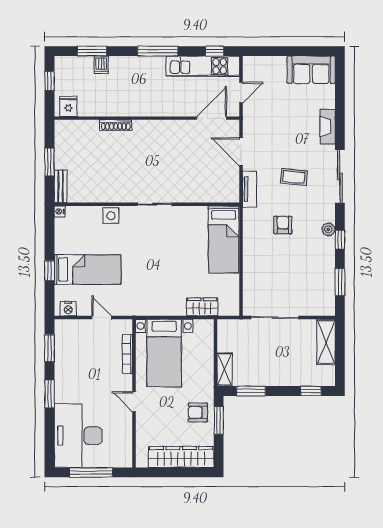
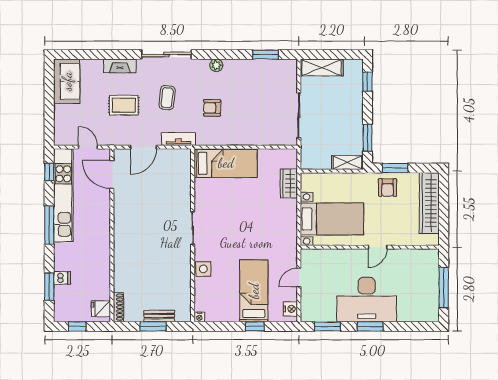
kitchen unit: (203, 66) -> (63, 195), width x1.36
shoe rack: (116, 125) -> (119, 307), moved
rug: (286, 131) -> (124, 105), added
bench: (61, 186) -> (159, 316), moved
window: (340, 240) -> (226, 54), removed
bookcase: (127, 354) -> (333, 253), removed
desk: (78, 436) -> (367, 300), moved

